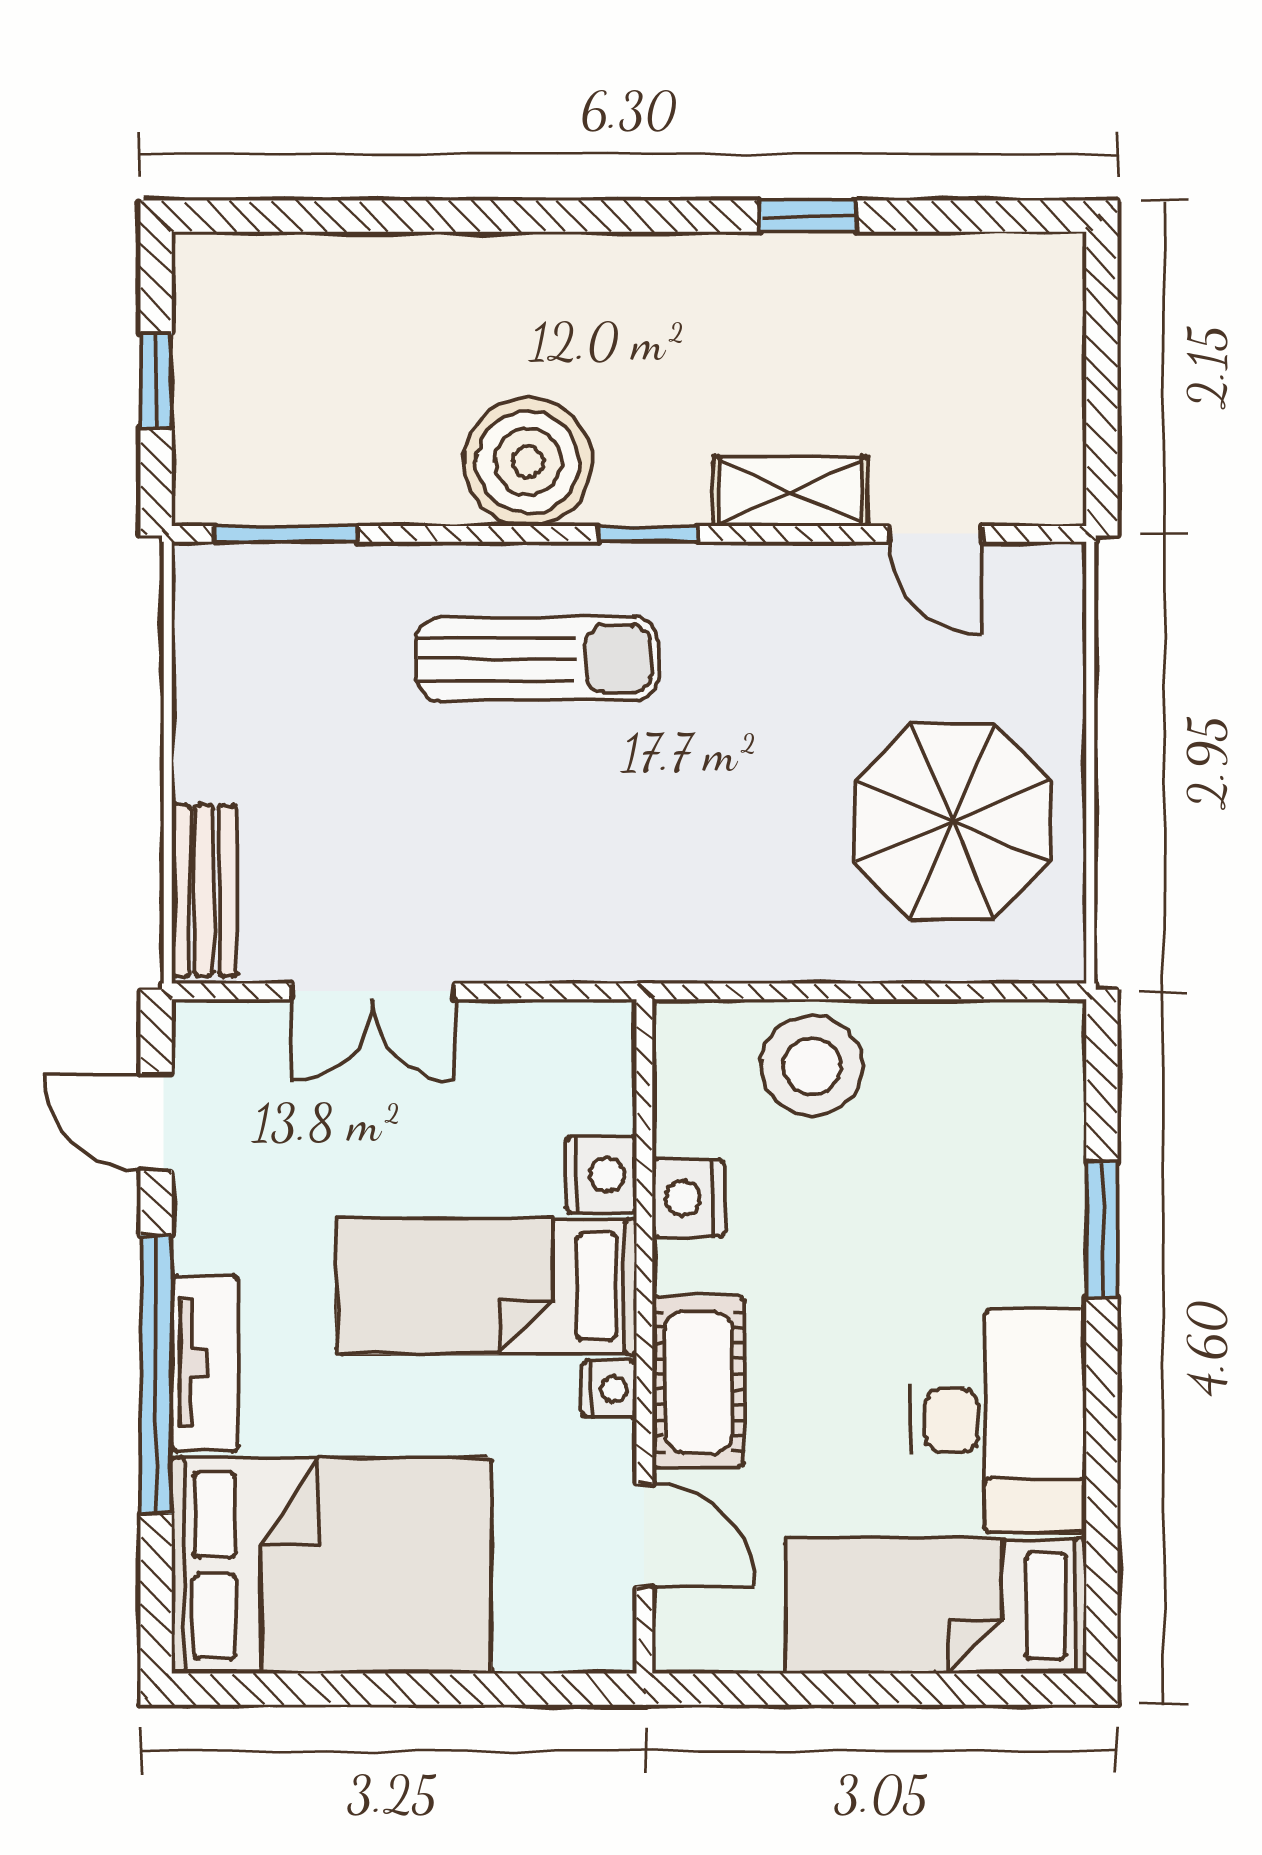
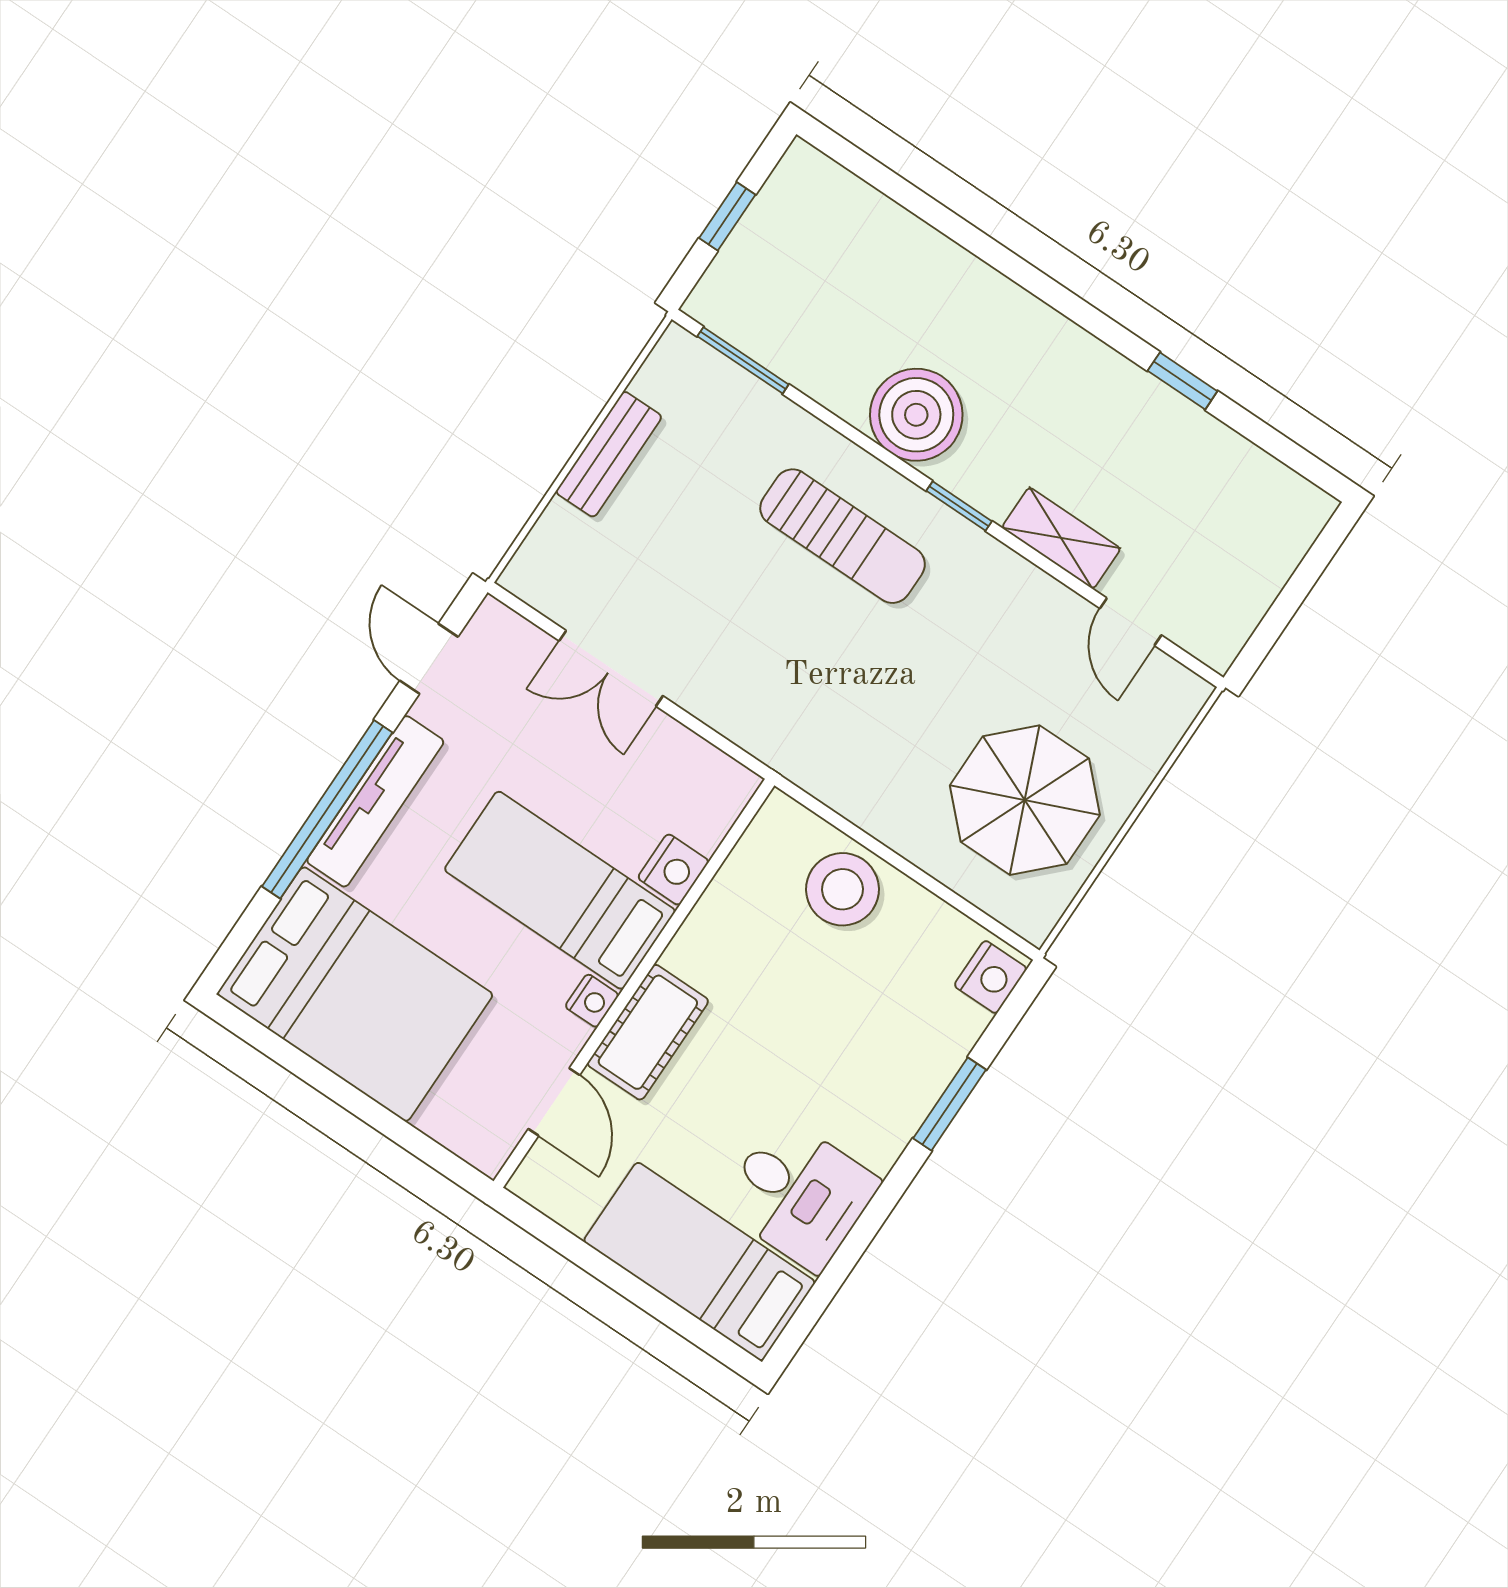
bench: (204, 890) -> (609, 454), moved
nightstand: (688, 1198) -> (990, 977), moved, turned 180
tv unit: (205, 1364) -> (375, 801), width x1.41
desk: (999, 1420) -> (799, 1194), width x0.73

